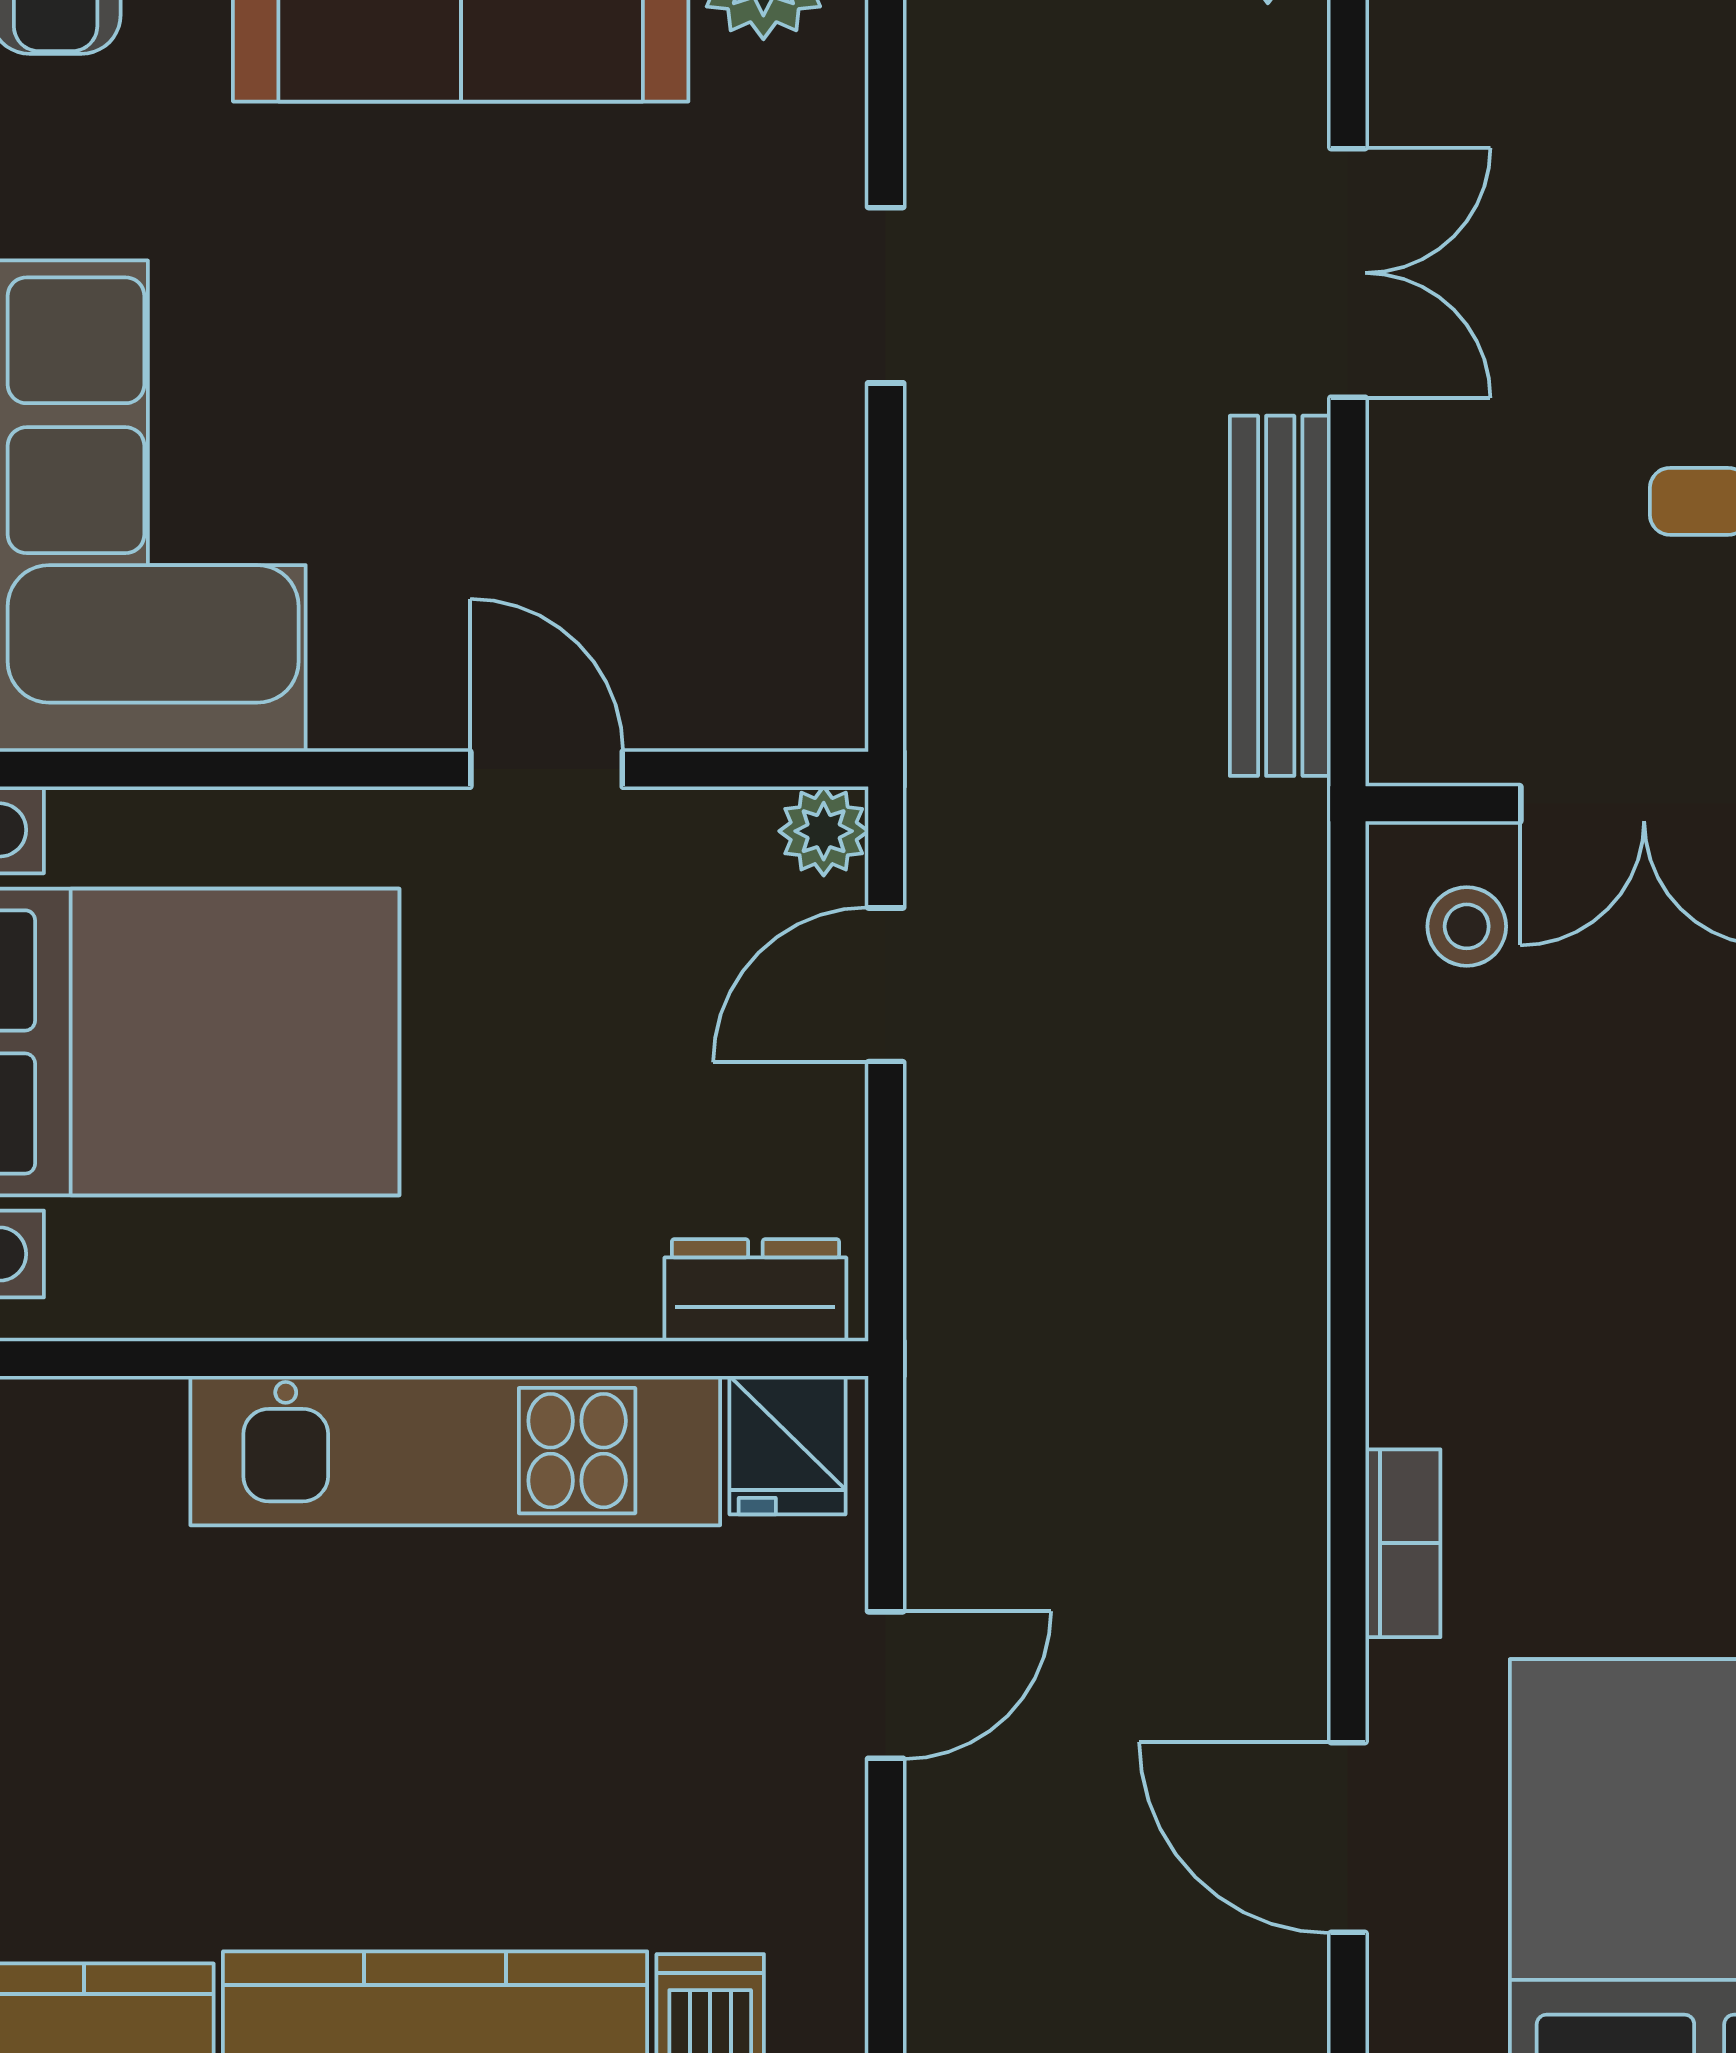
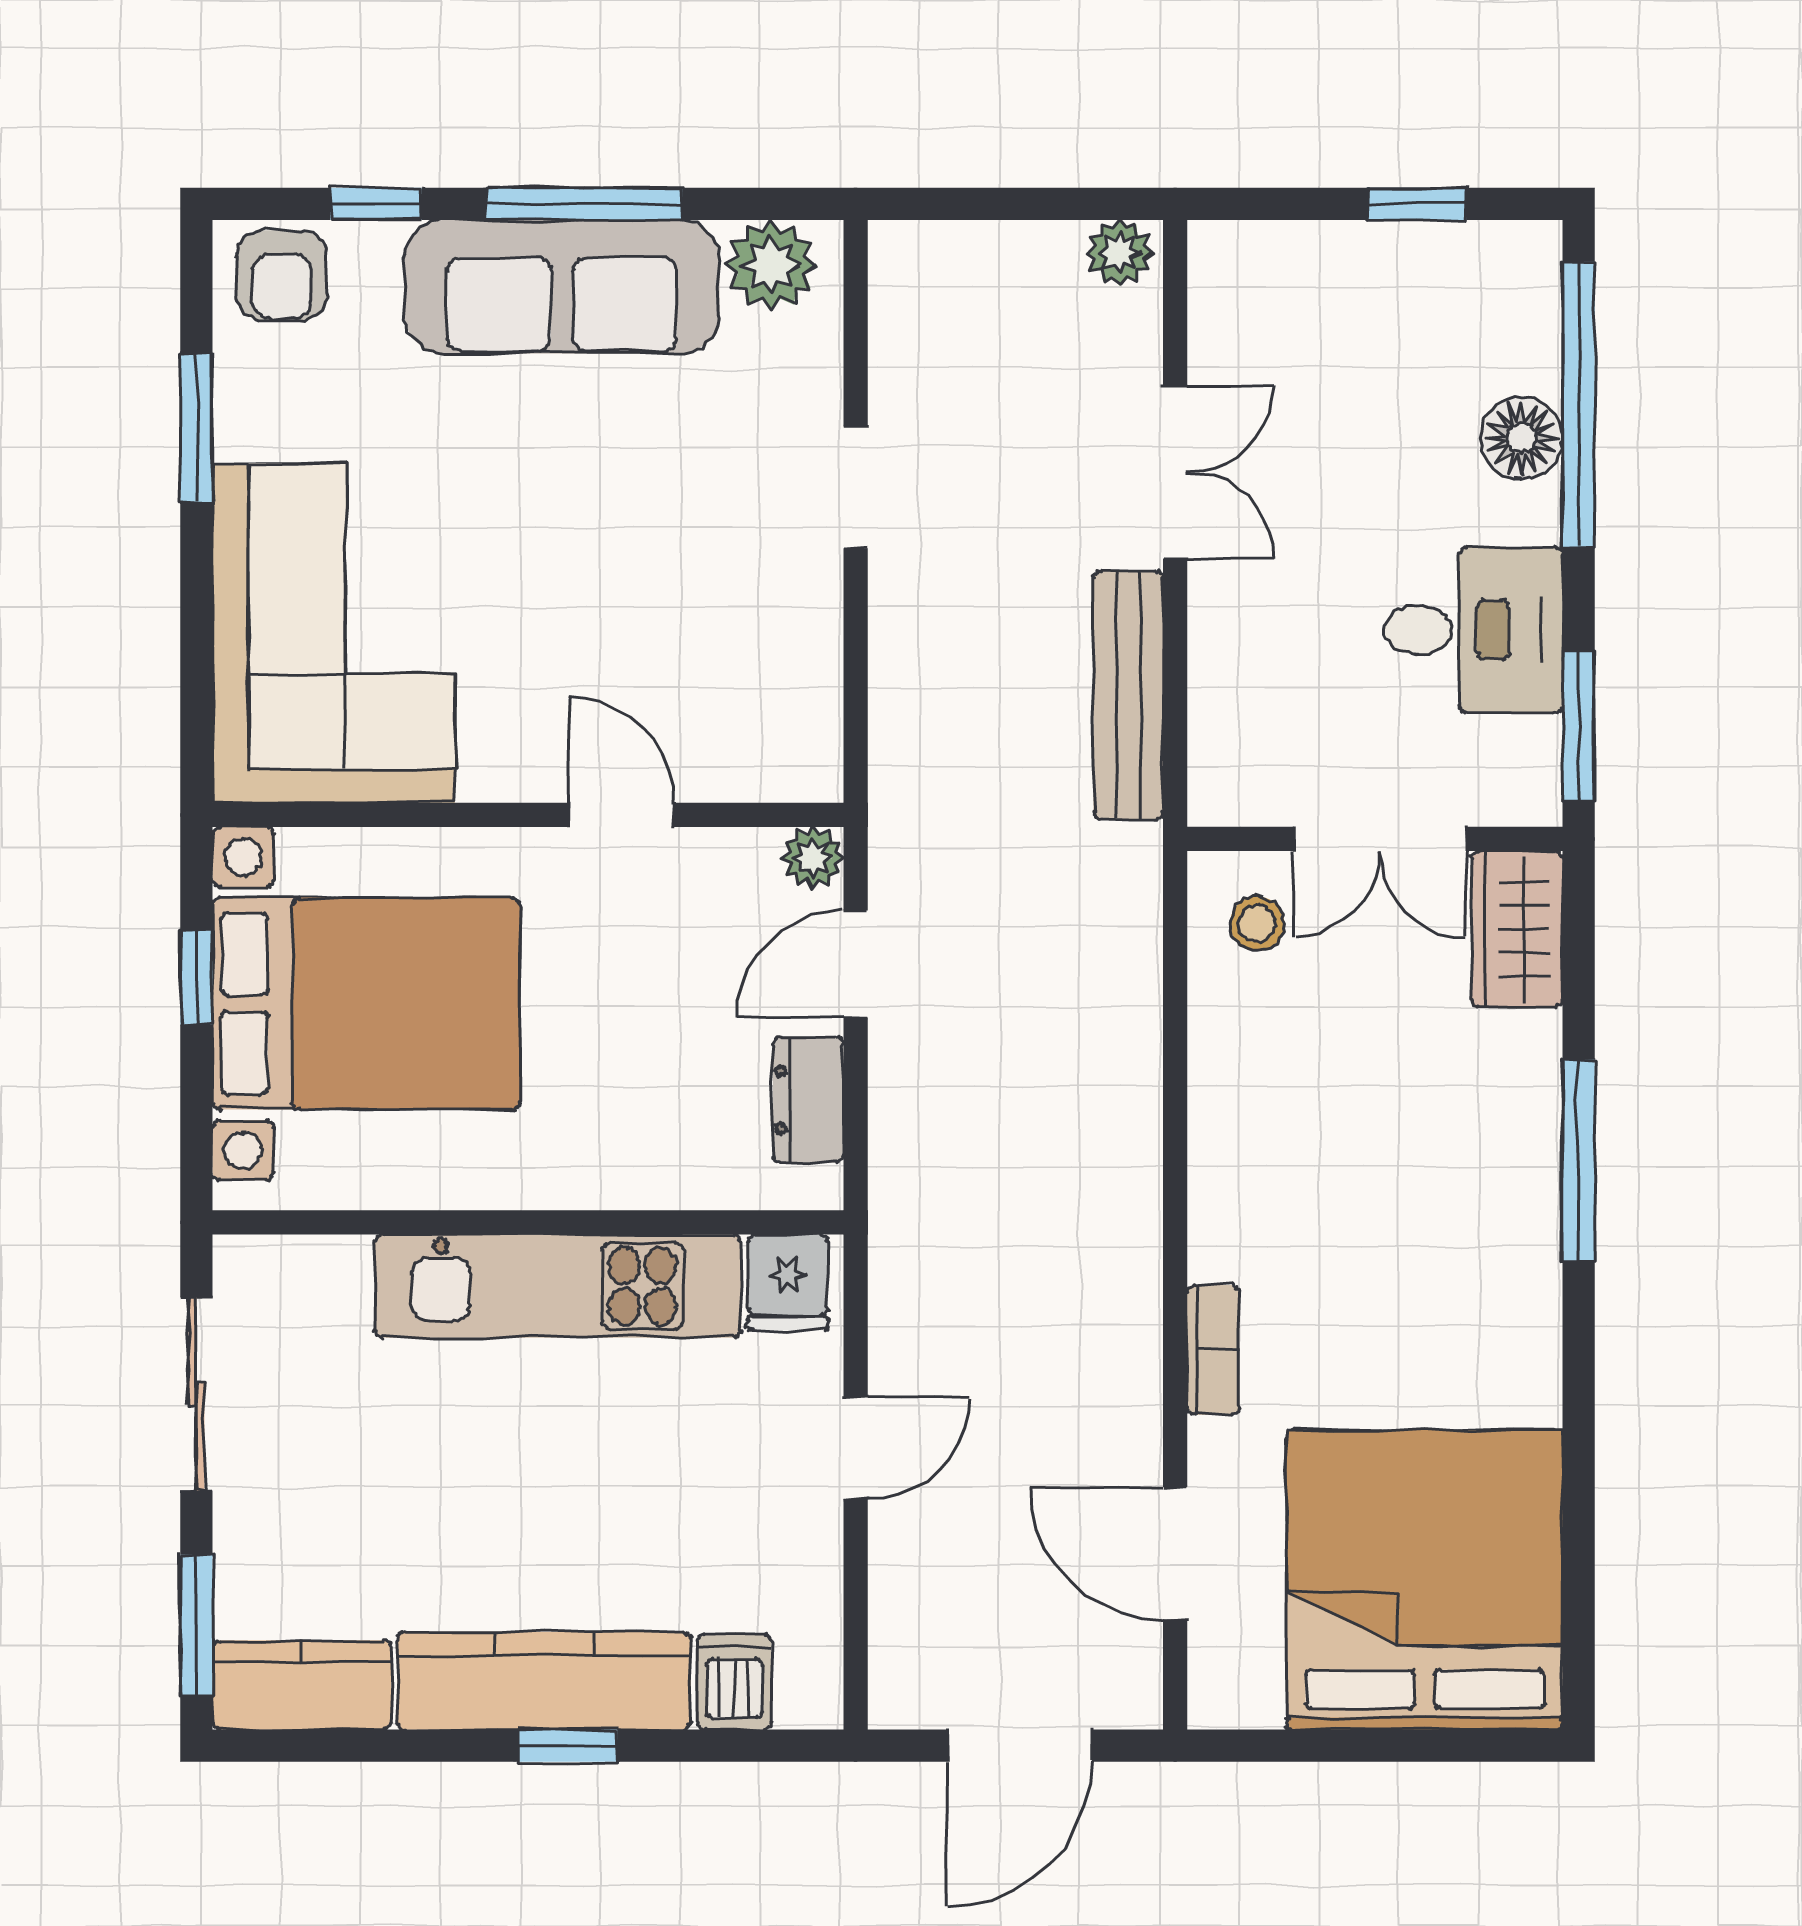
dresser: (755, 1290) -> (808, 1100), moved, turned -90

